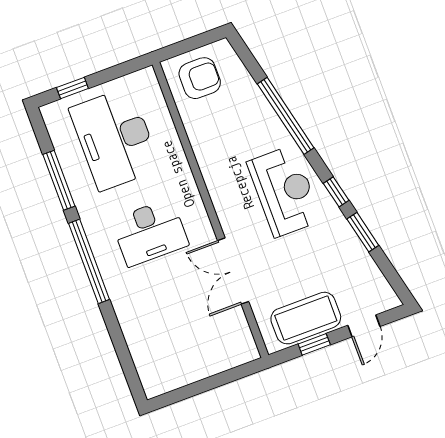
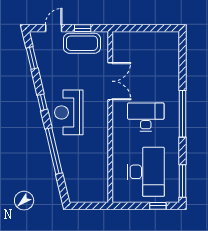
armchair: (200, 78) -> (91, 187), removed
window: (59, 180) -> (182, 181), moved
window: (363, 232) -> (32, 58), moved

